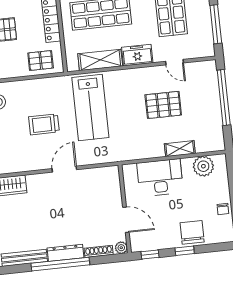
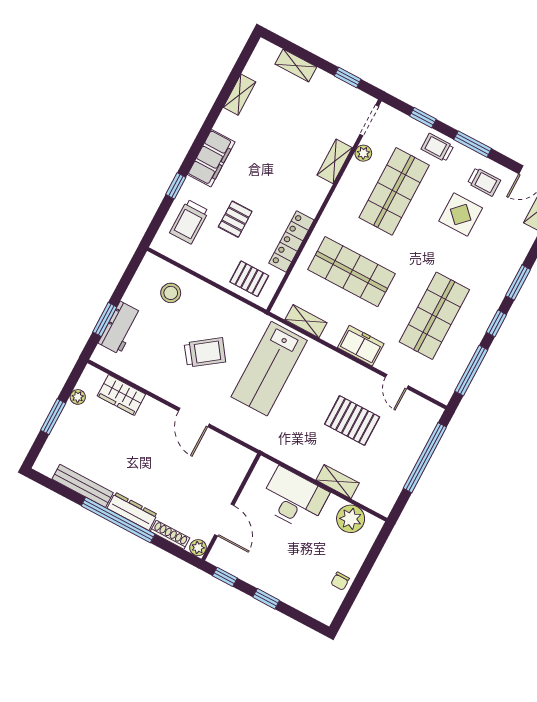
shelving: (100, 60) -> (306, 321), width x0.67, depth x0.75
trolley: (44, 124) -> (205, 352), turned 144
door: (64, 169) -> (194, 418), swing flipped
chair: (192, 232) -> (288, 584), removed

